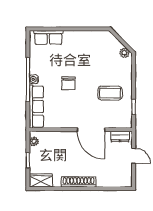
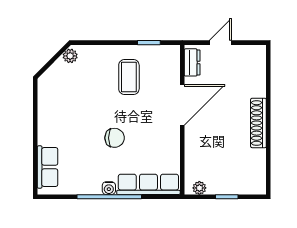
wardrobe: (41, 181) -> (256, 178), removed

